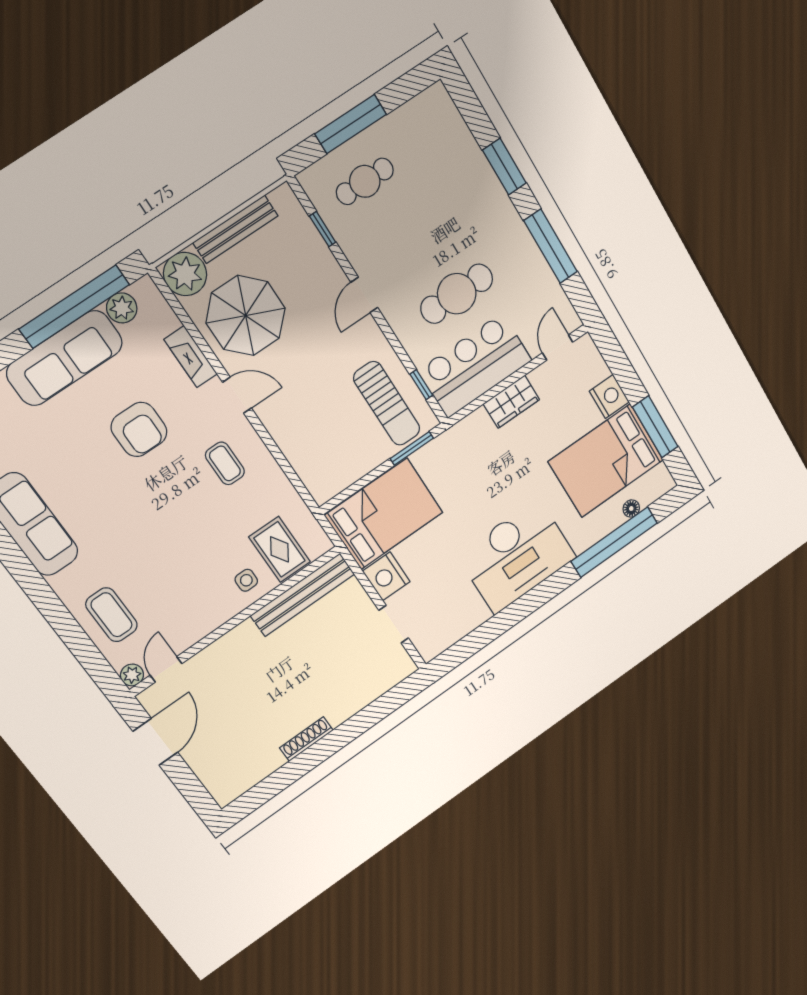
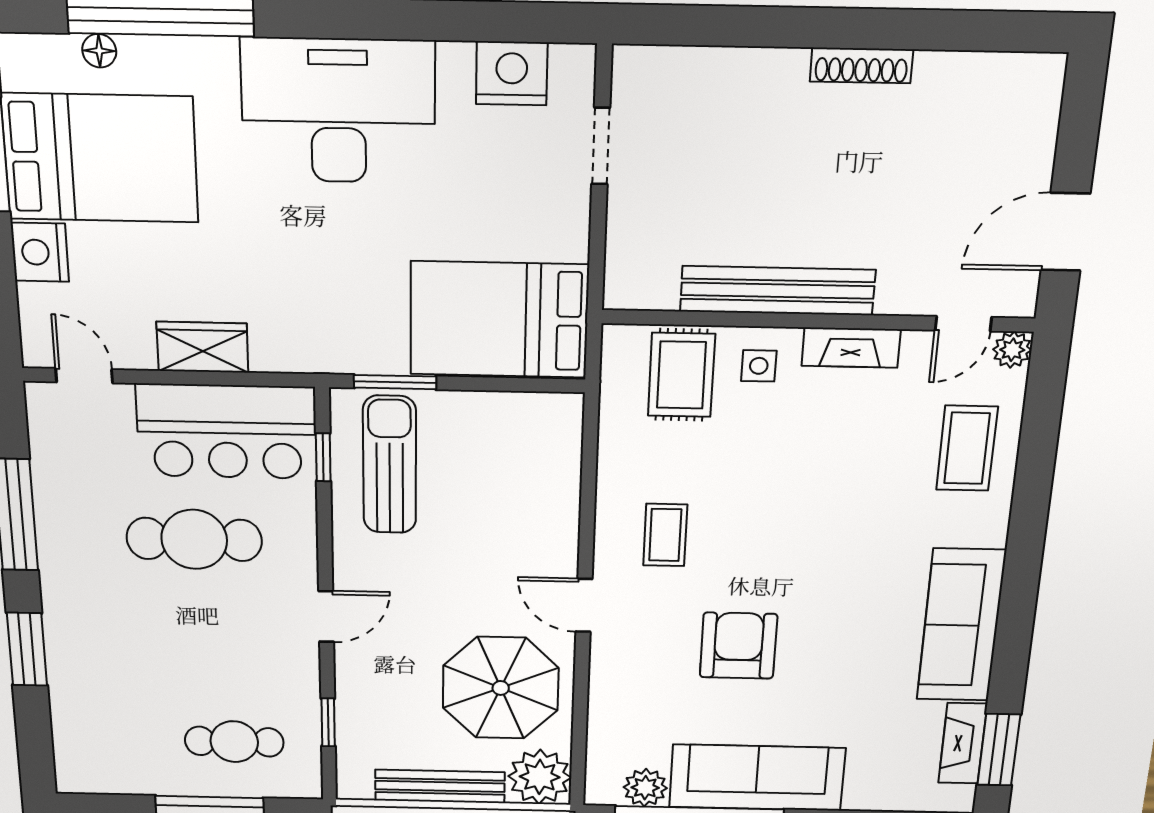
door: (558, 348) -> (84, 376), swing flipped
fireplace: (191, 357) -> (851, 348), moved, turned 90
nightstand: (386, 576) -> (512, 73), moved, turned -90
bench: (303, 595) -> (778, 291), moved

